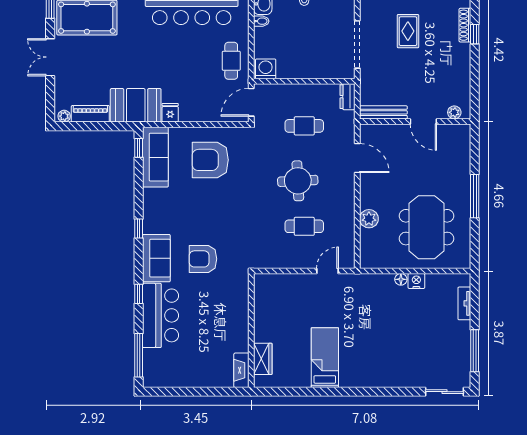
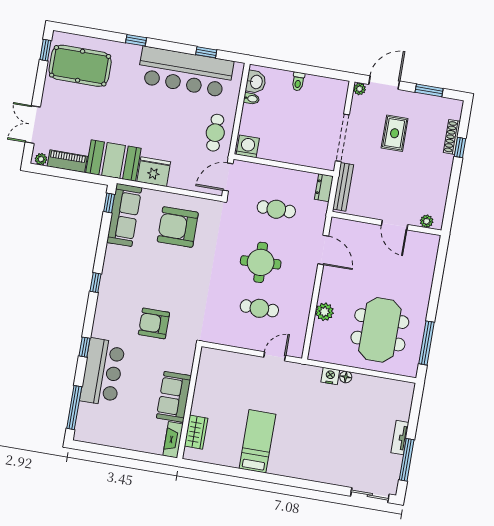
double door: (50, 57) -> (33, 125), moved
bench: (383, 112) -> (343, 187), moved, turned 90
fridge: (170, 113) -> (154, 172), width x1.88, depth x1.34
window: (475, 196) -> (427, 343), moved
sofa: (156, 258) -> (174, 397), moved, turned 180
nightstand: (416, 281) -> (330, 376), moved
tv unit: (464, 303) -> (400, 438), moved

